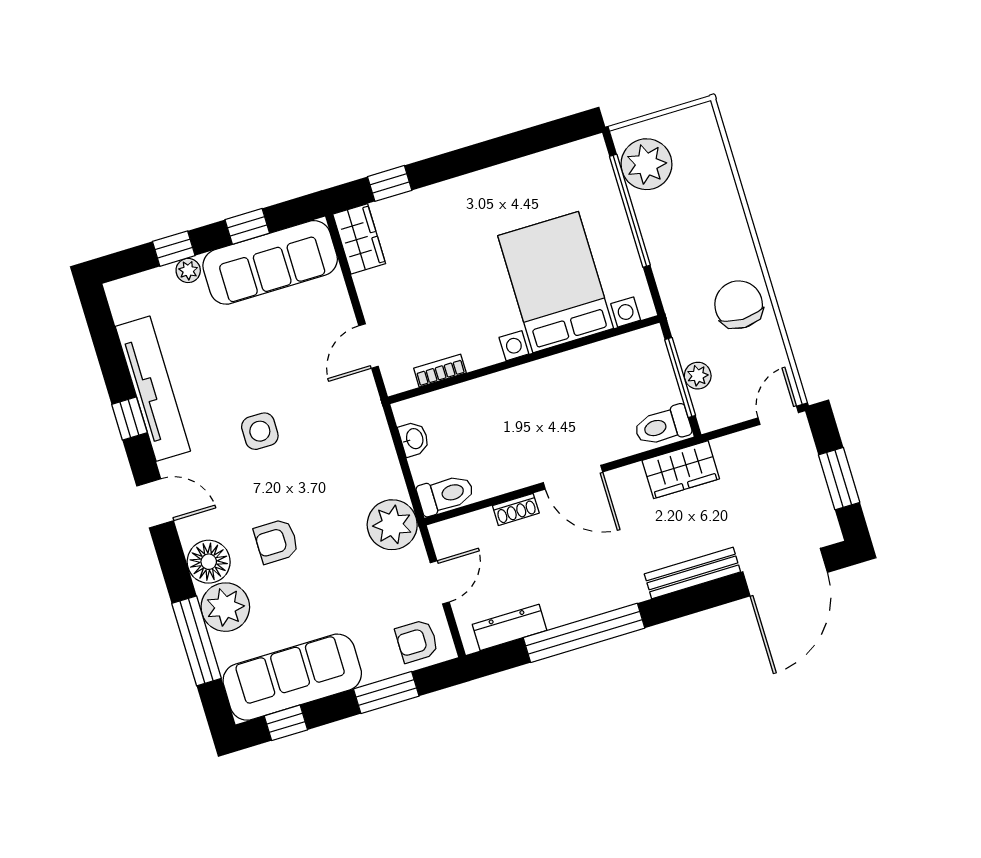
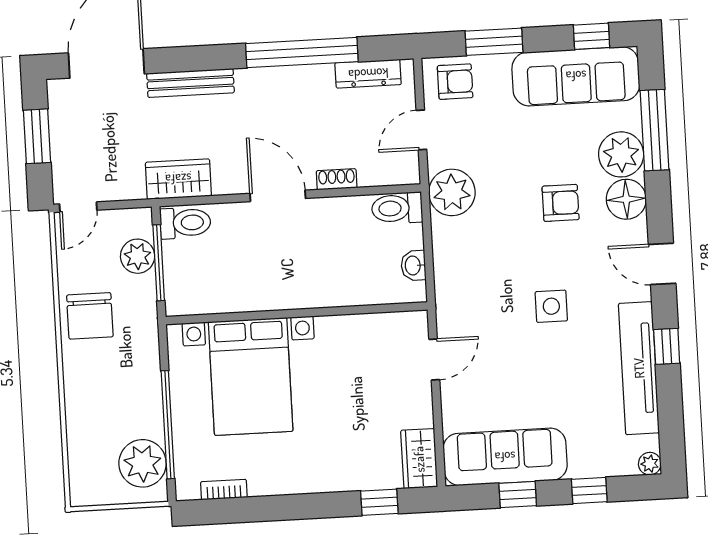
plant: (188, 270) -> (650, 464), moved
bookcase: (440, 371) -> (224, 490), moved, turned 180
plant: (698, 376) -> (138, 256), width x1.38, depth x1.38

